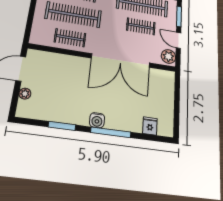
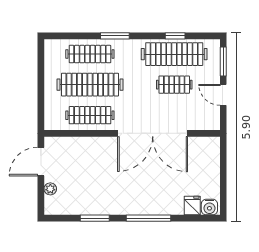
clothes rail: (70, 38) -> (90, 115), width x1.36
plant: (168, 56) -> (211, 118), removed
water cooler: (97, 120) -> (209, 207), moved

